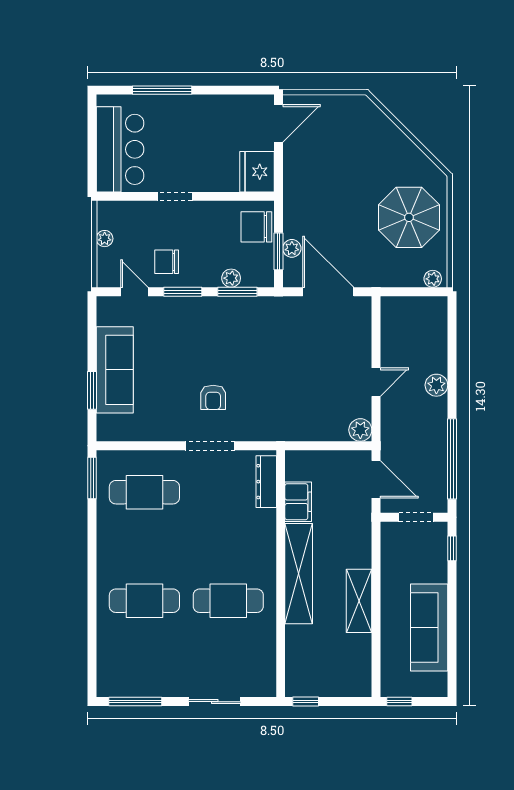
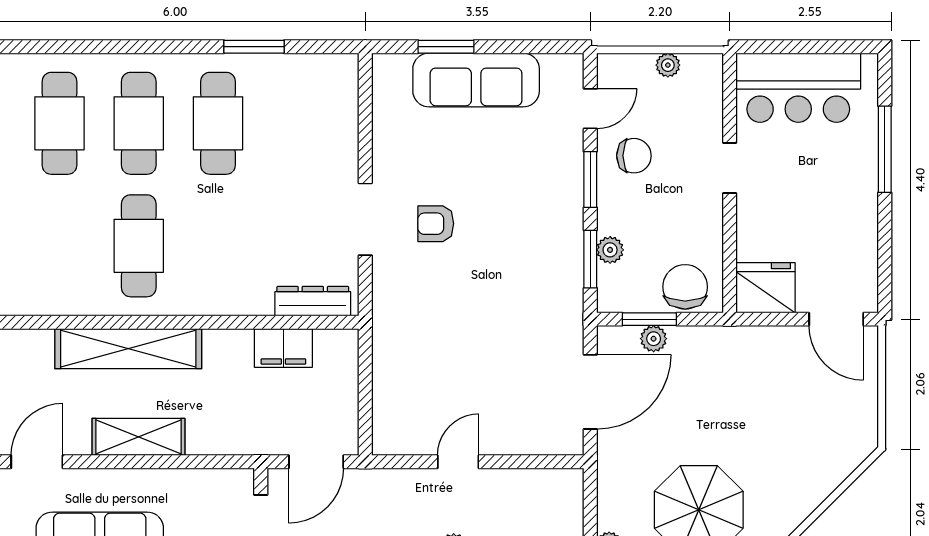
chair: (167, 262) -> (634, 156), turned 90
door: (376, 382) -> (458, 462), swing flipped
plant: (360, 430) -> (388, 439), removed
window: (92, 478) -> (254, 47), moved
cafe table: (144, 492) -> (218, 123), moved
shelving: (299, 574) -> (128, 349), moved
cafe table: (144, 655) -> (59, 123), added
door: (376, 670) -> (37, 462), added

